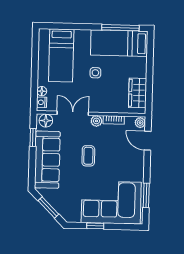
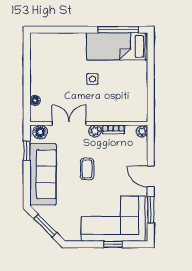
bed: (61, 55) -> (55, 61), removed
wardrobe: (138, 93) -> (138, 100), removed
nightstand: (42, 102) -> (35, 112), removed
door: (148, 141) -> (151, 177), moved
window: (95, 226) -> (113, 244), moved

